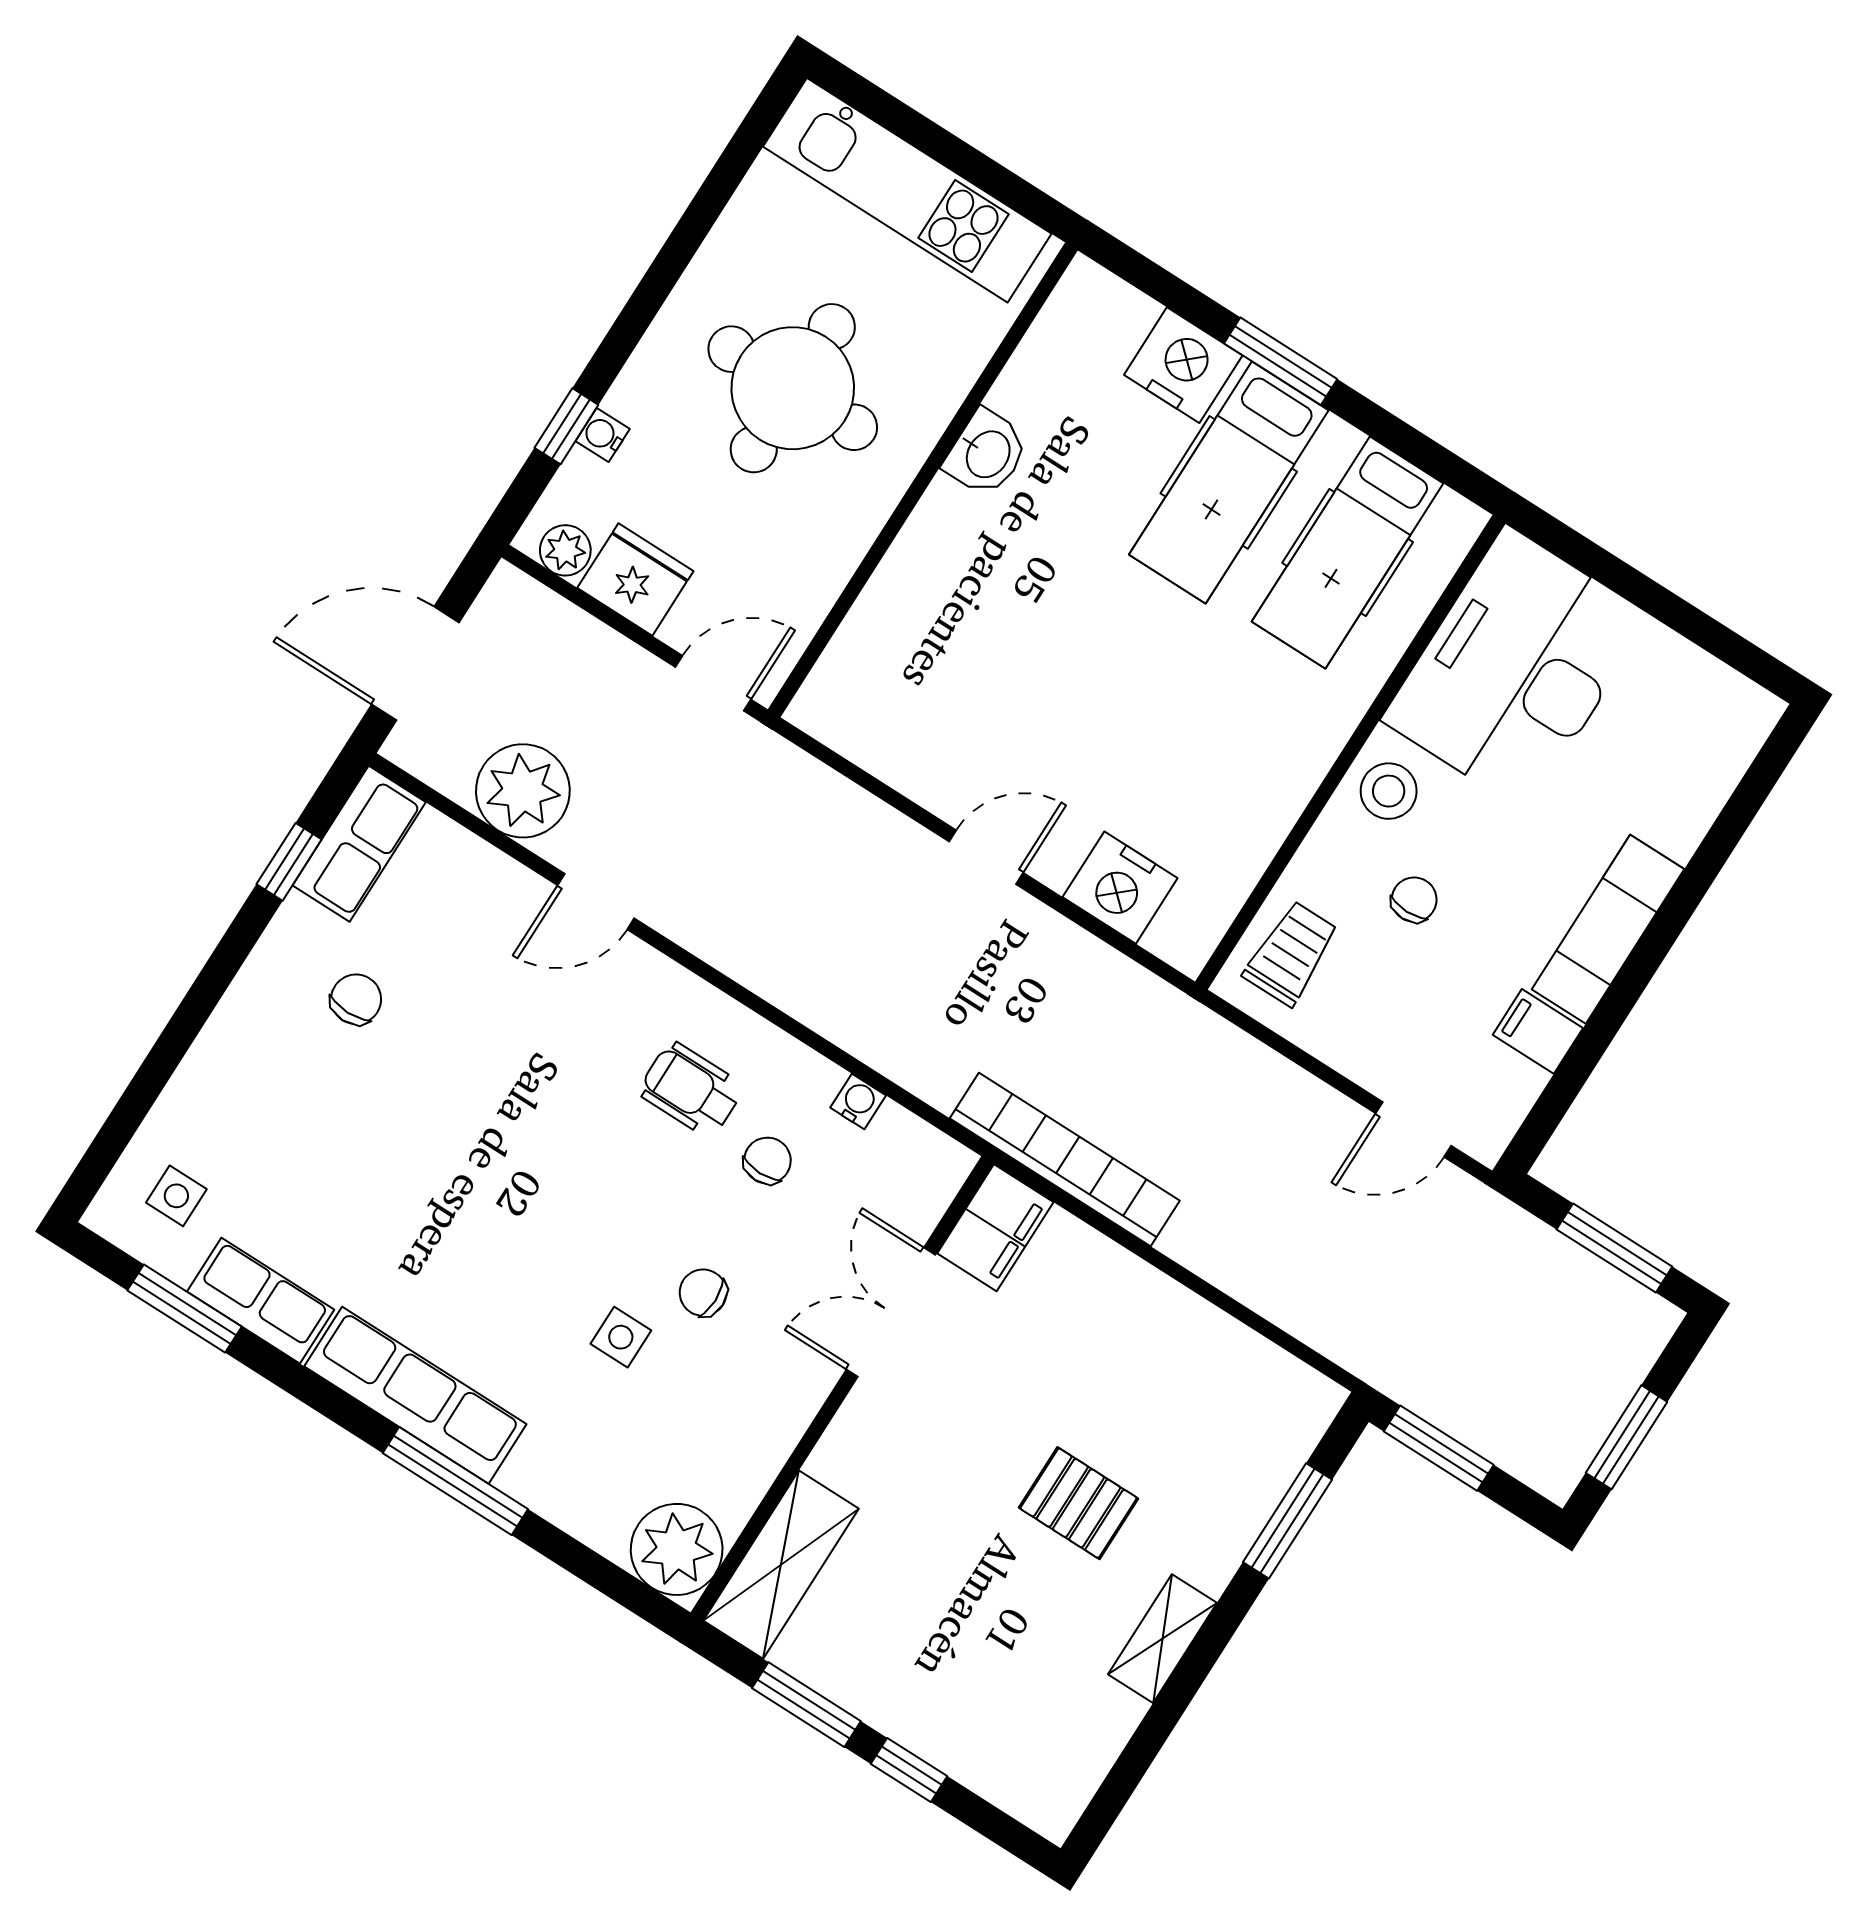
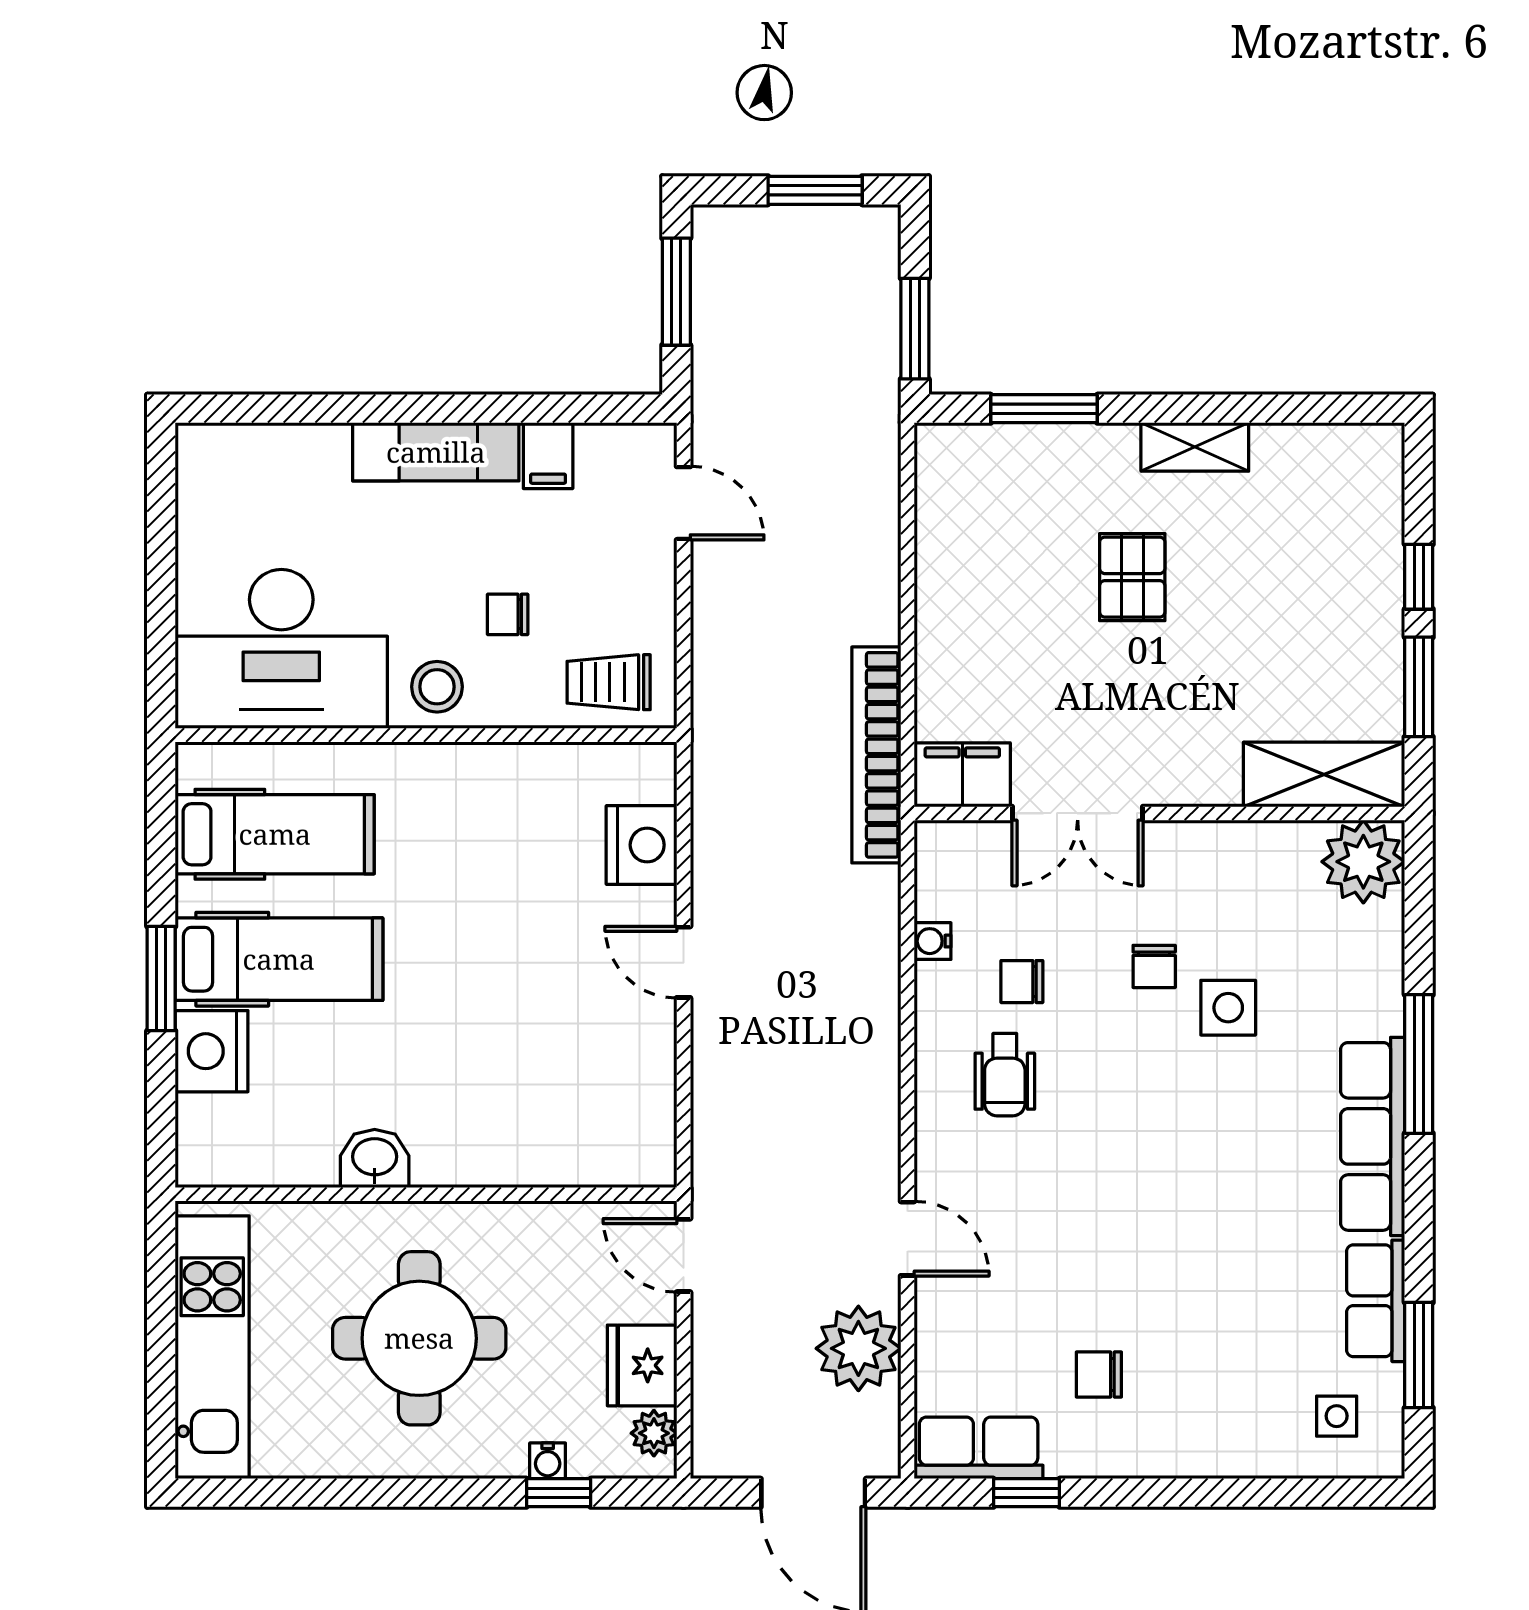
side table: (621, 1337) -> (1228, 1008), width x1.37, depth x1.37

